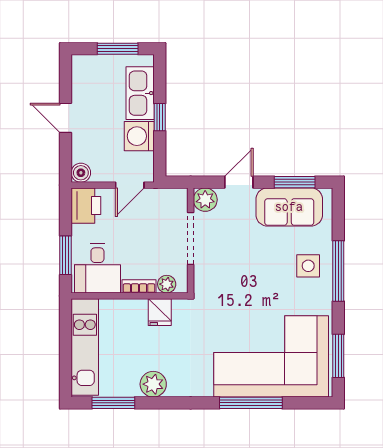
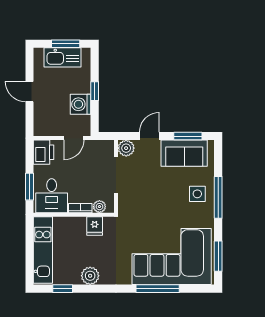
kitchen sink: (140, 93) -> (63, 57), moved, turned -90
boiler: (81, 173) -> (40, 130), removed
window: (113, 403) -> (63, 289), width x0.67

